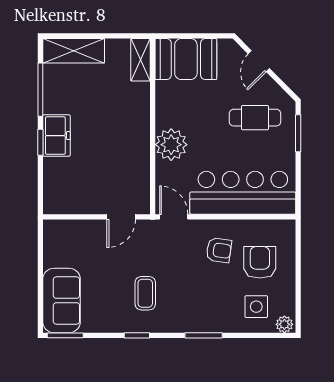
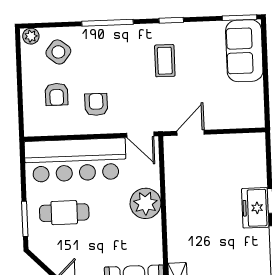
cafe table: (255, 118) -> (64, 213), moved
armchair: (219, 250) -> (96, 104), turned 82
armchair: (260, 262) -> (57, 94), width x0.72, depth x0.72
side table: (256, 307) -> (58, 52), turned 38
window: (204, 335) -> (108, 23), width x1.44

